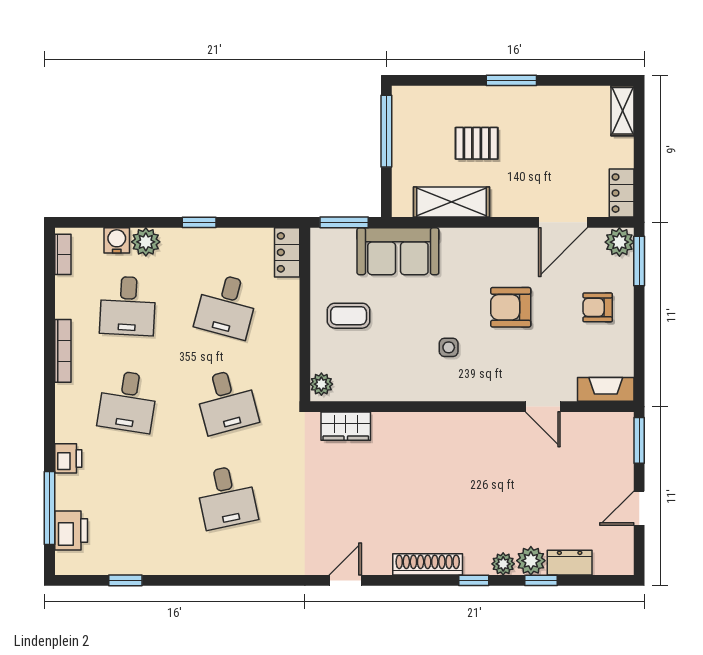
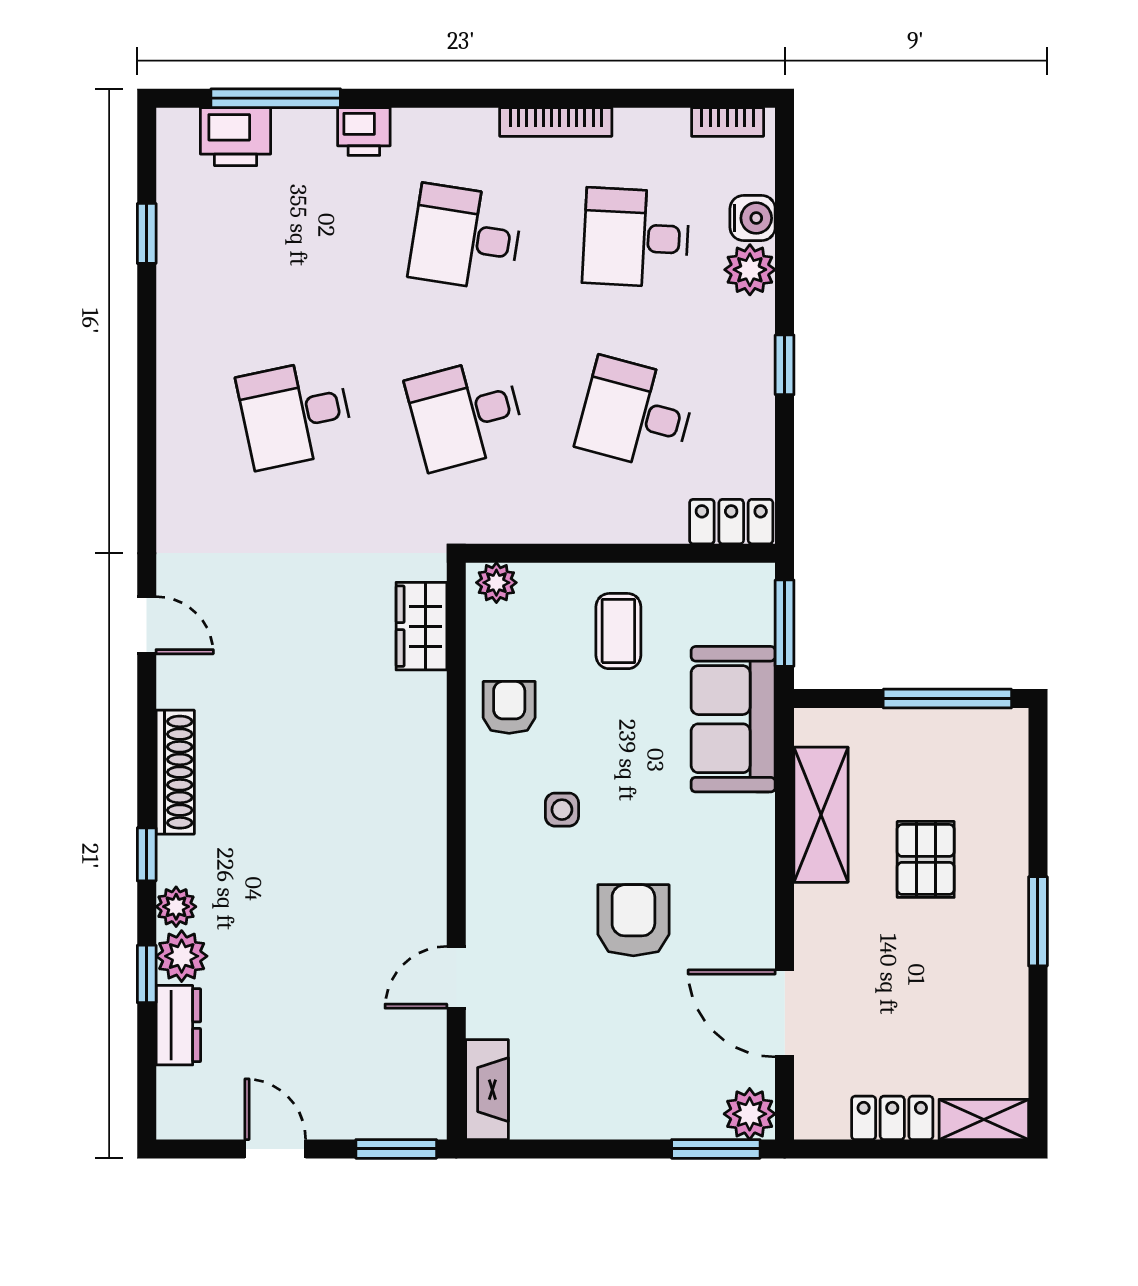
locker: (622, 193) -> (892, 1118), moved
armchair: (598, 307) -> (509, 707), moved

